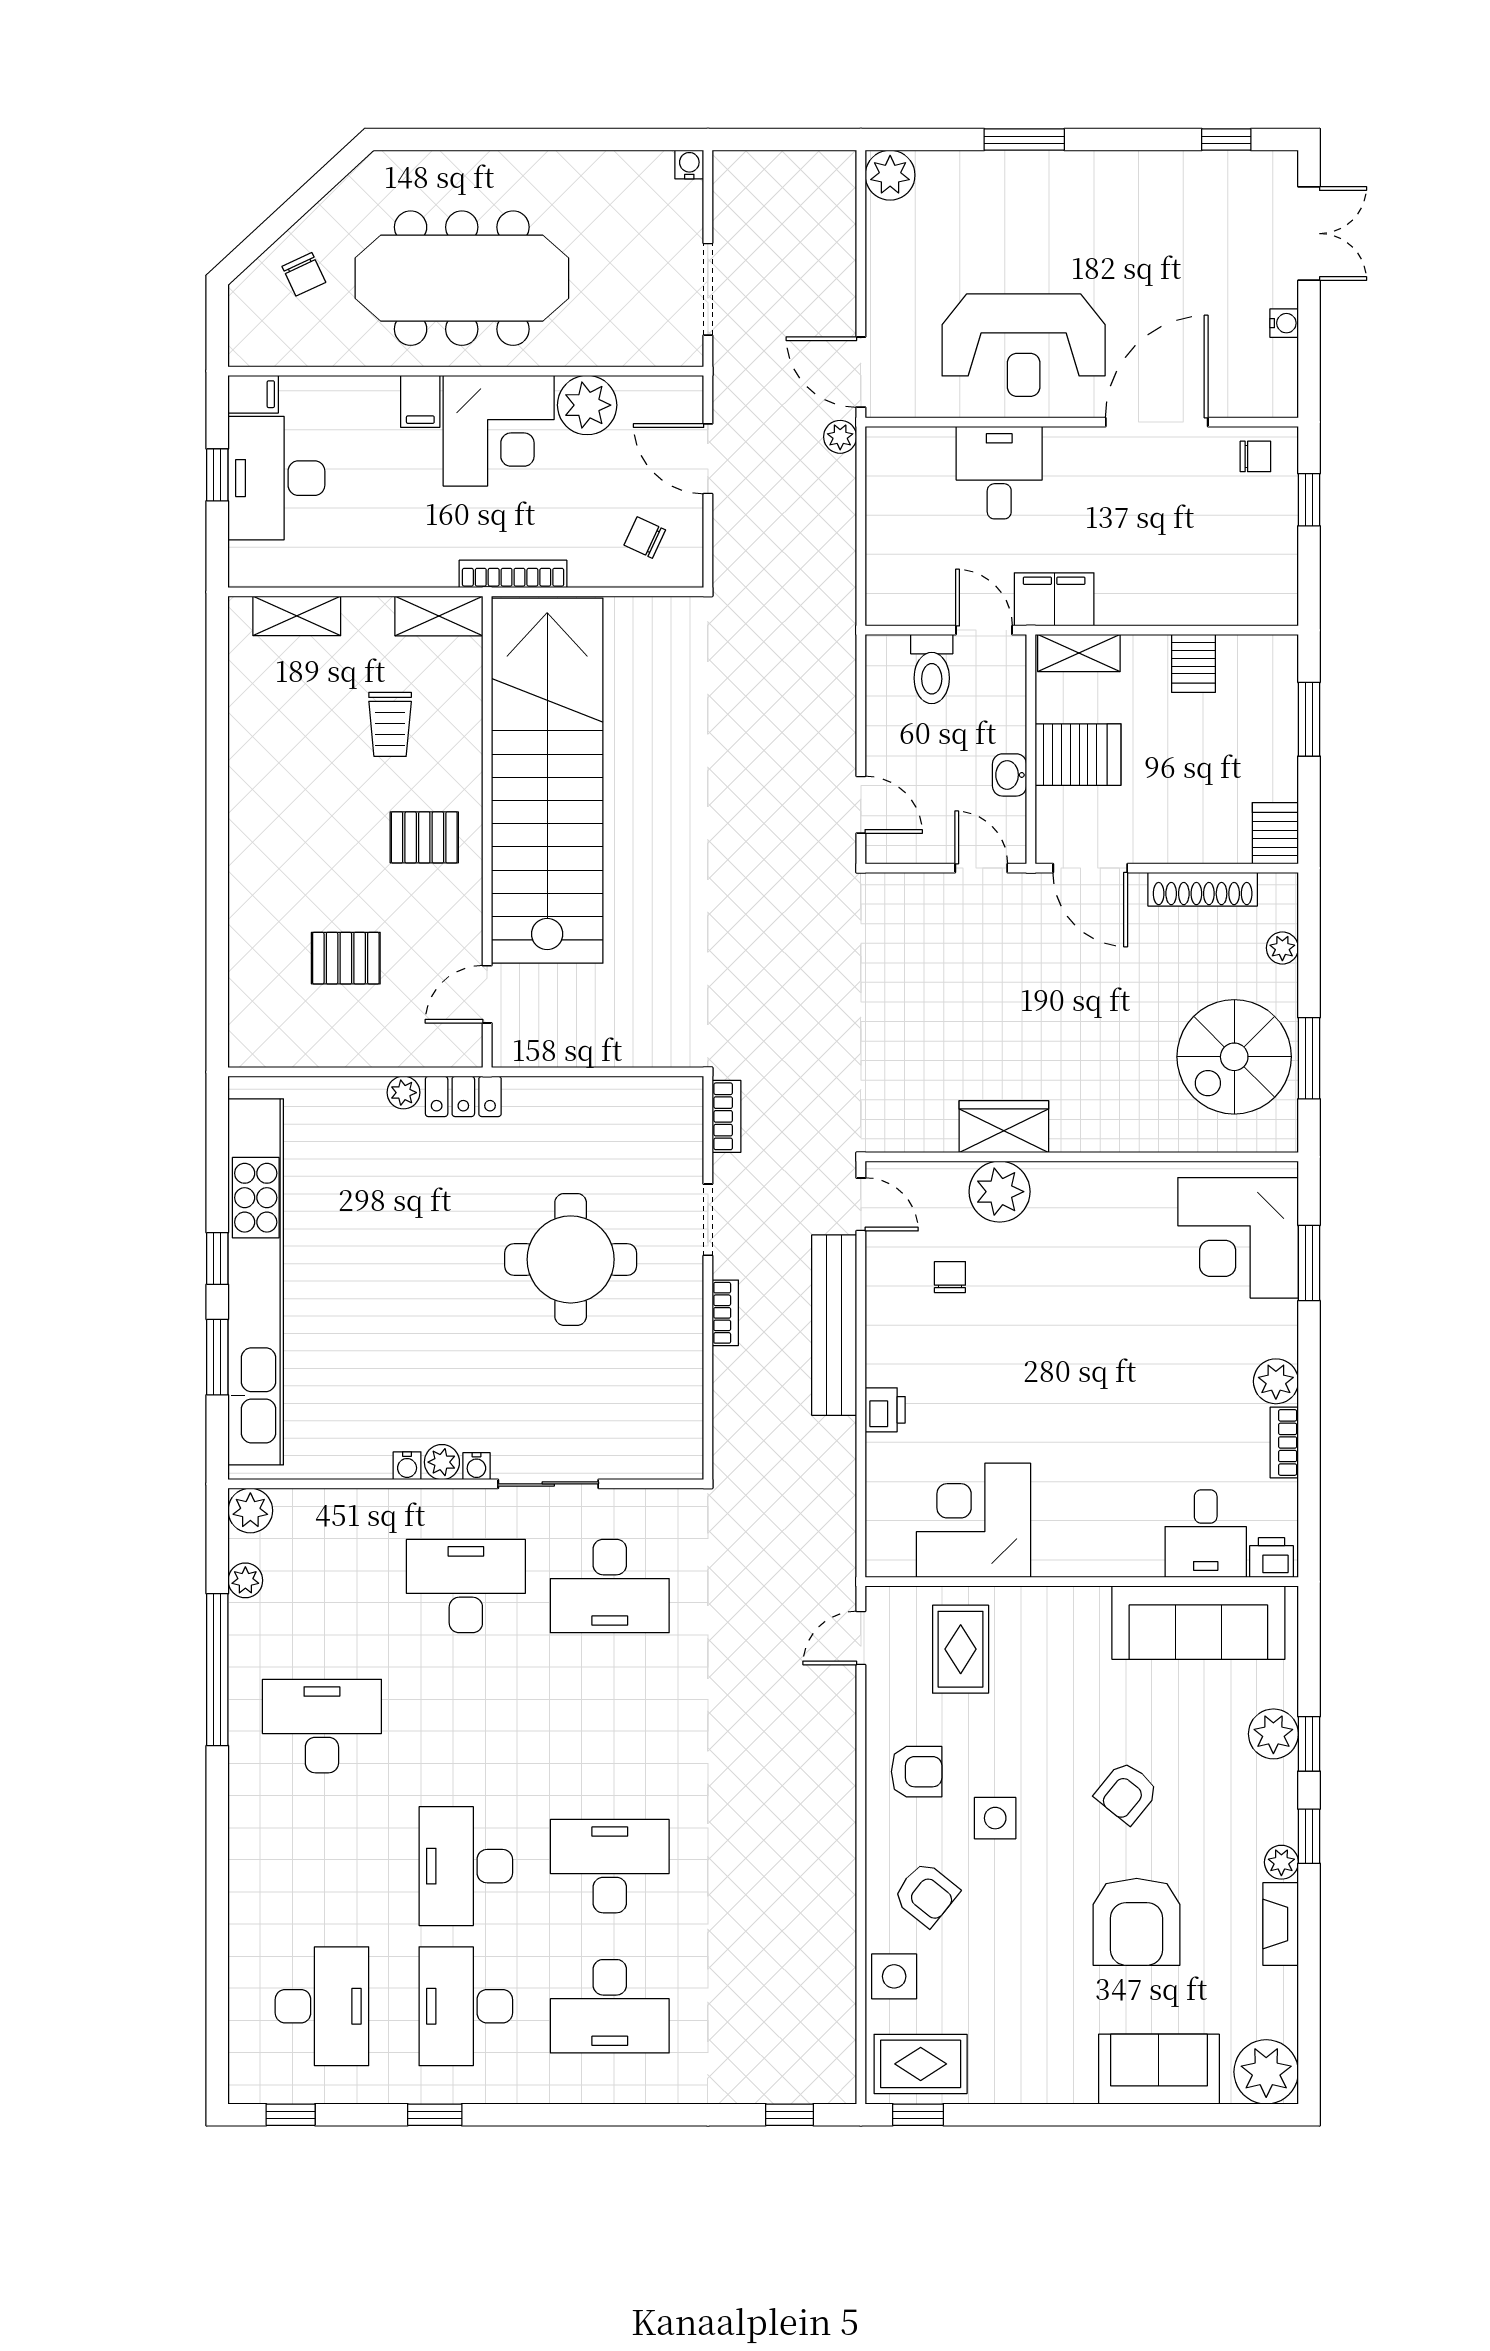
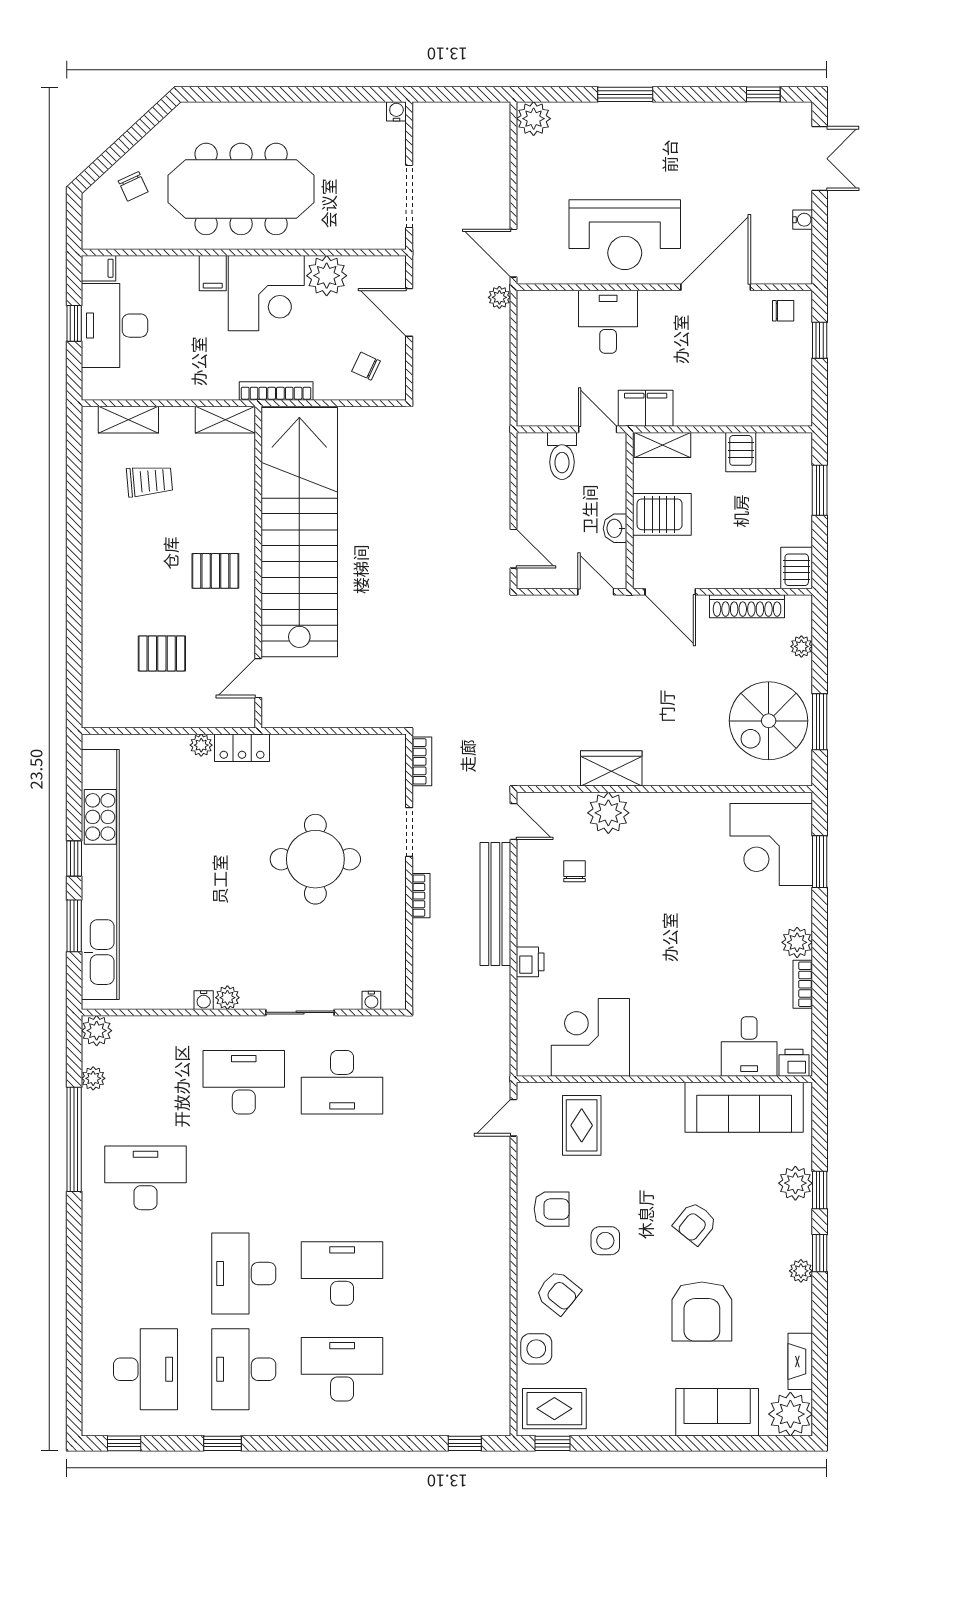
trolley: (390, 724) -> (150, 481), moved, turned -95
water cooler: (476, 1466) -> (371, 1000), moved
fireplace: (1281, 1924) -> (800, 1361), moved
desk: (610, 2006) -> (342, 1369), turned 180

